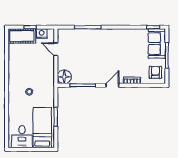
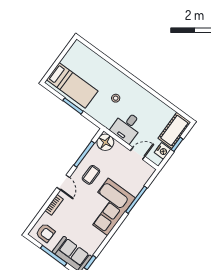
corner sofa: (107, 43) -> (108, 207), added
coffee table: (93, 70) -> (91, 175), added
desk: (22, 137) -> (127, 127), moved, turned -90

